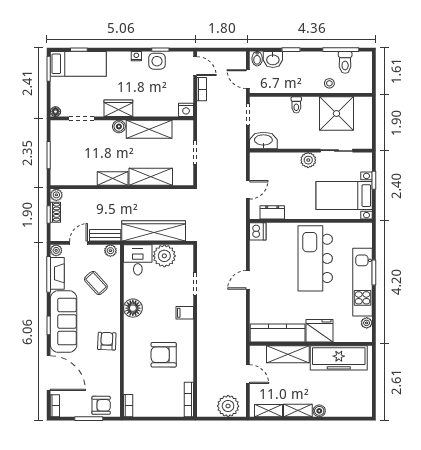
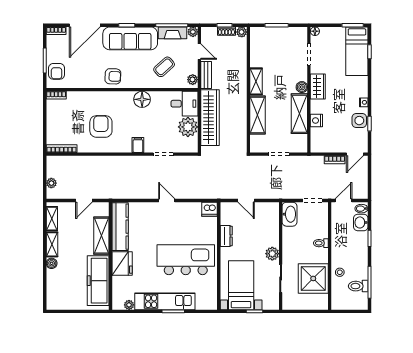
nightstand: (186, 110) -> (316, 121), moved
dresser: (272, 212) -> (226, 236), moved
plant: (228, 406) -> (51, 183), width x0.53, depth x0.53

